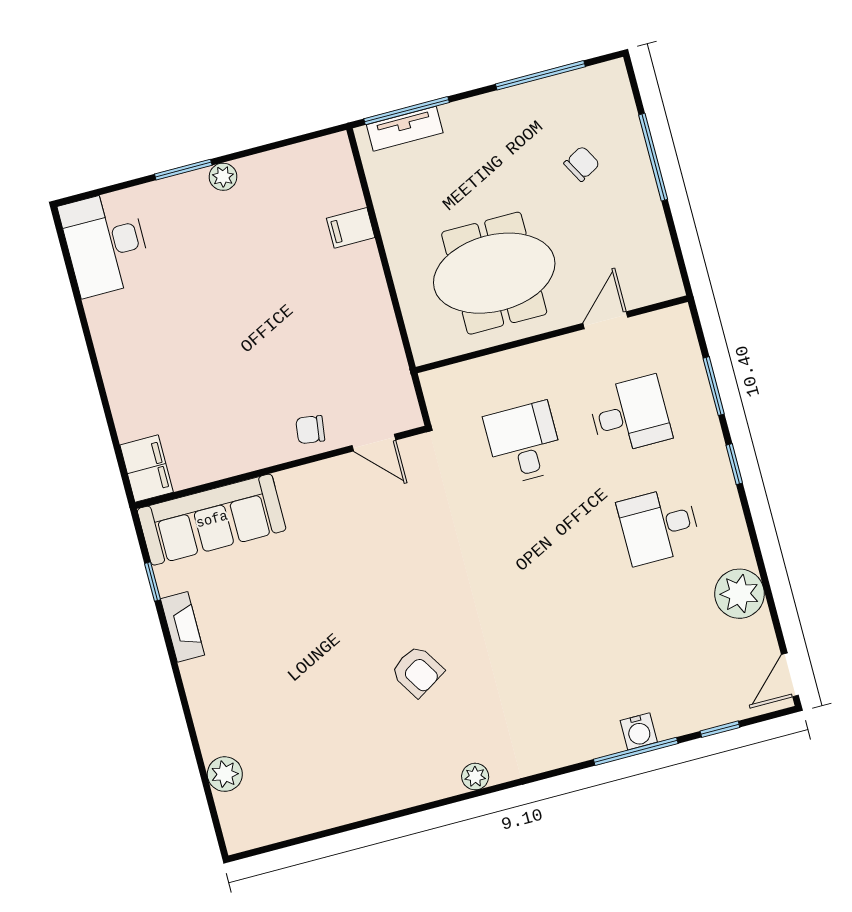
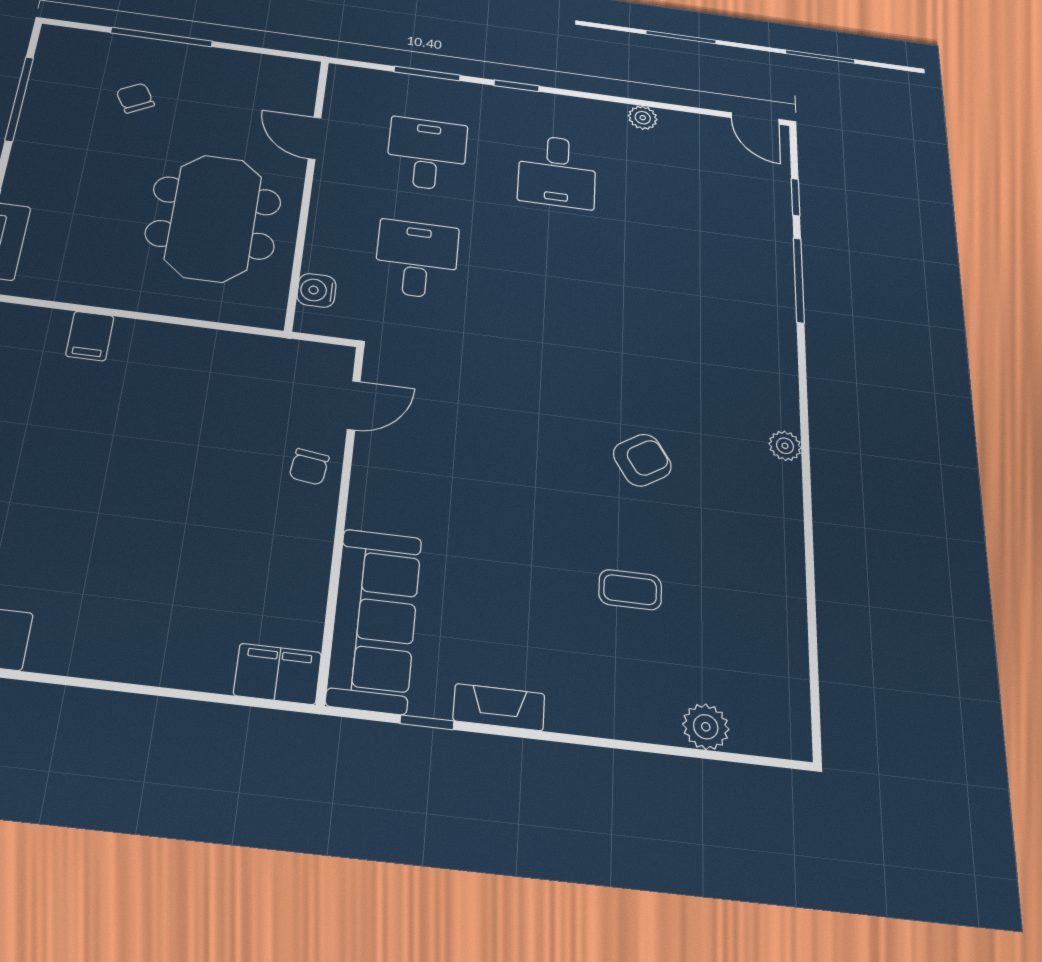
desk: (524, 443) -> (417, 259), turned 90
plant: (739, 594) -> (643, 118), width x0.53, depth x0.53
coffee table: (307, 692) -> (630, 590), added
water cooler: (639, 731) -> (317, 290), moved, turned 180

